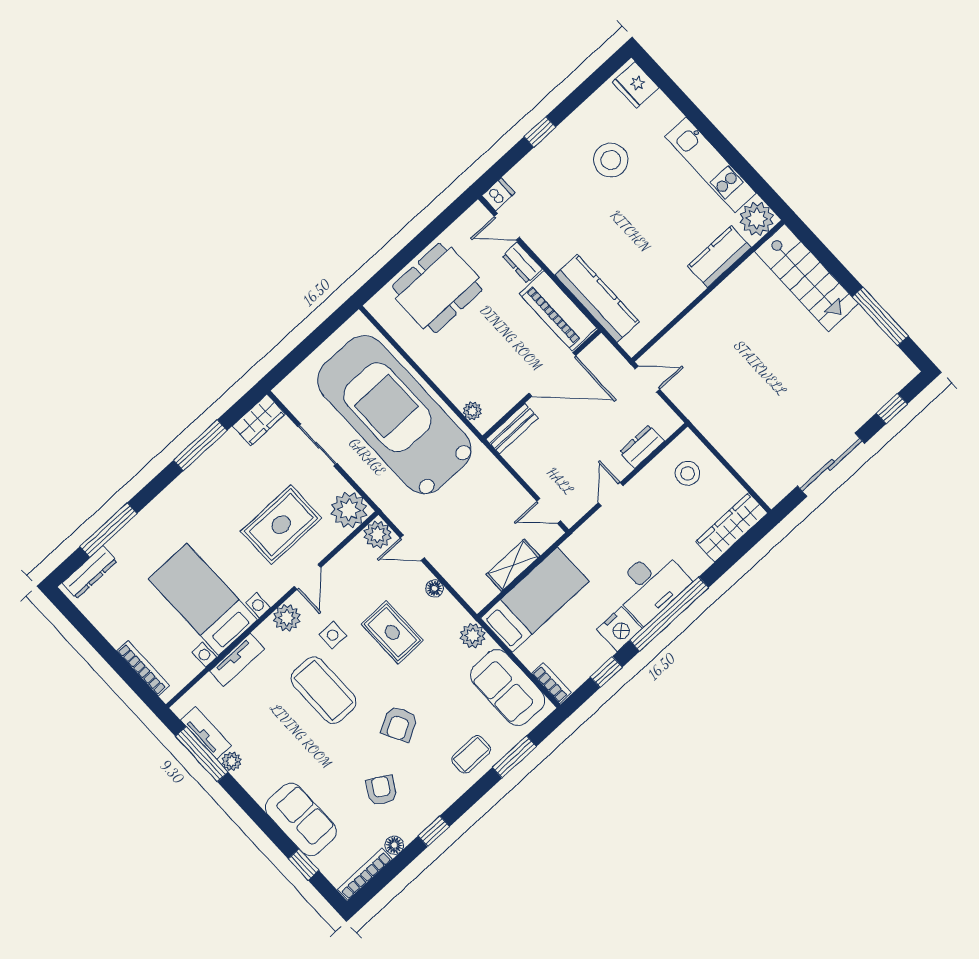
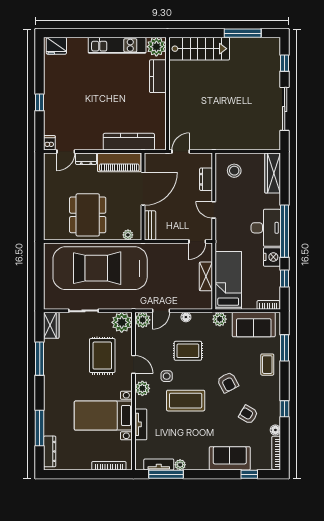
stool: (611, 160) -> (78, 84), removed
dining table: (437, 288) -> (88, 215), moved

